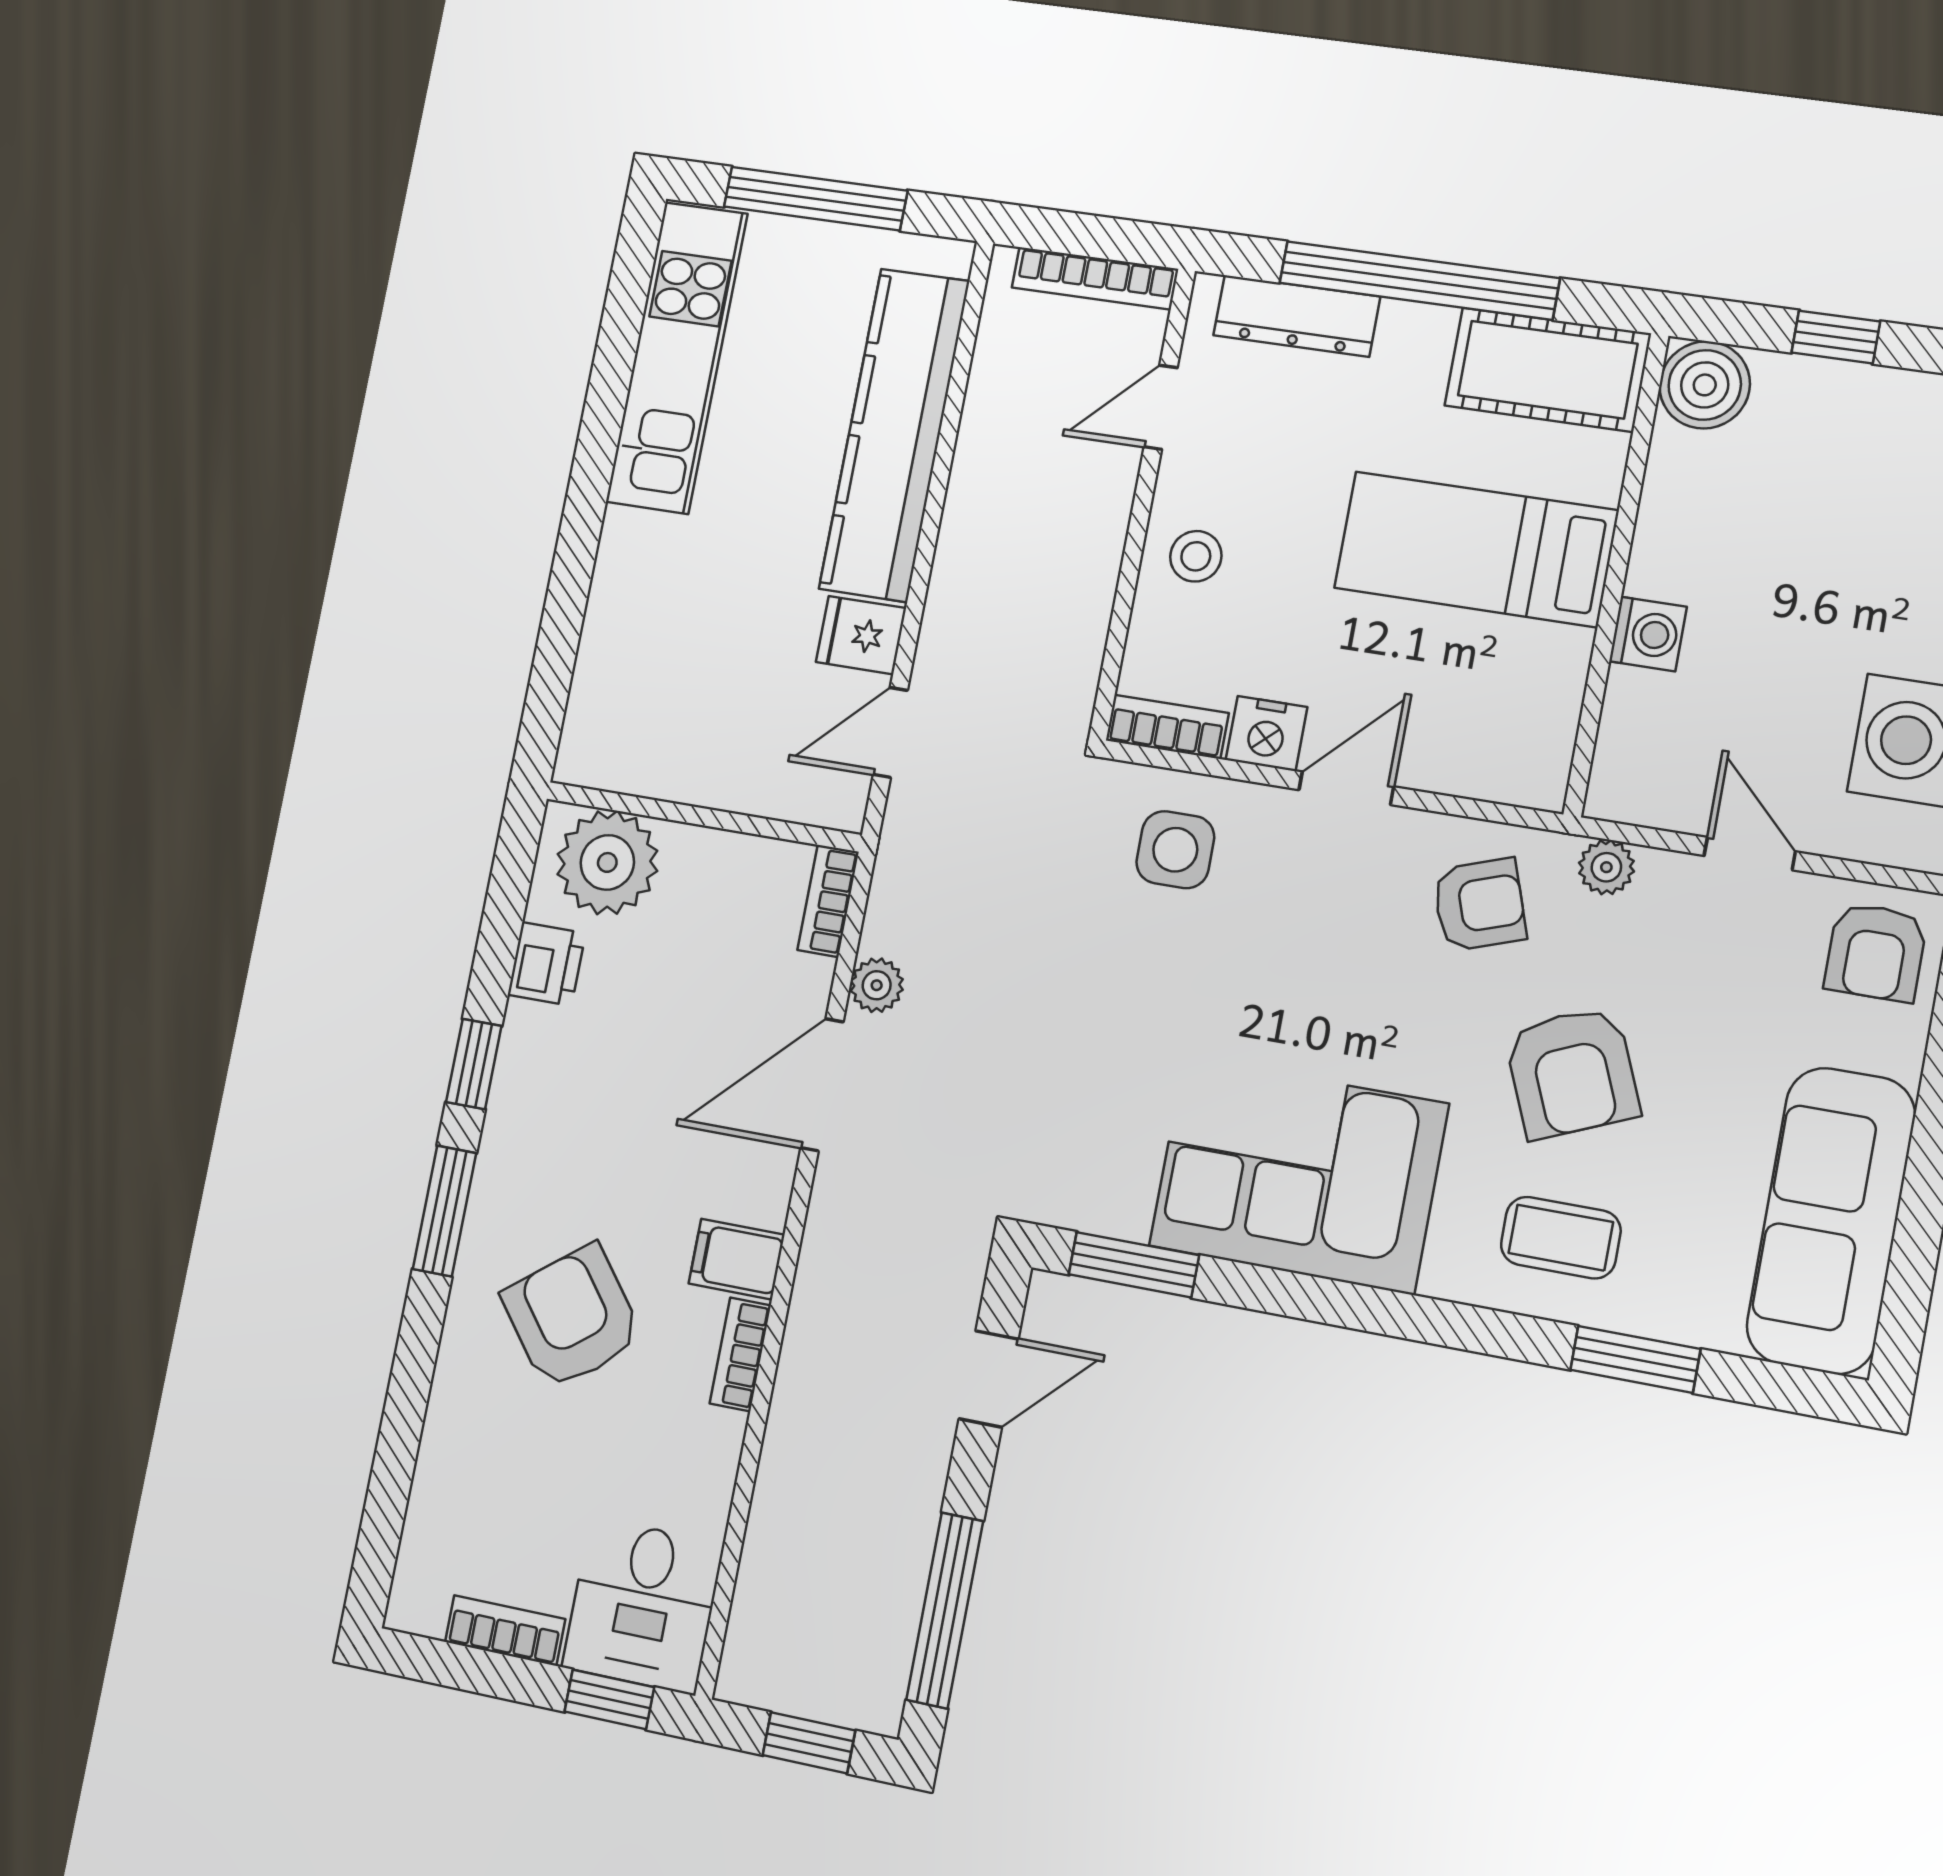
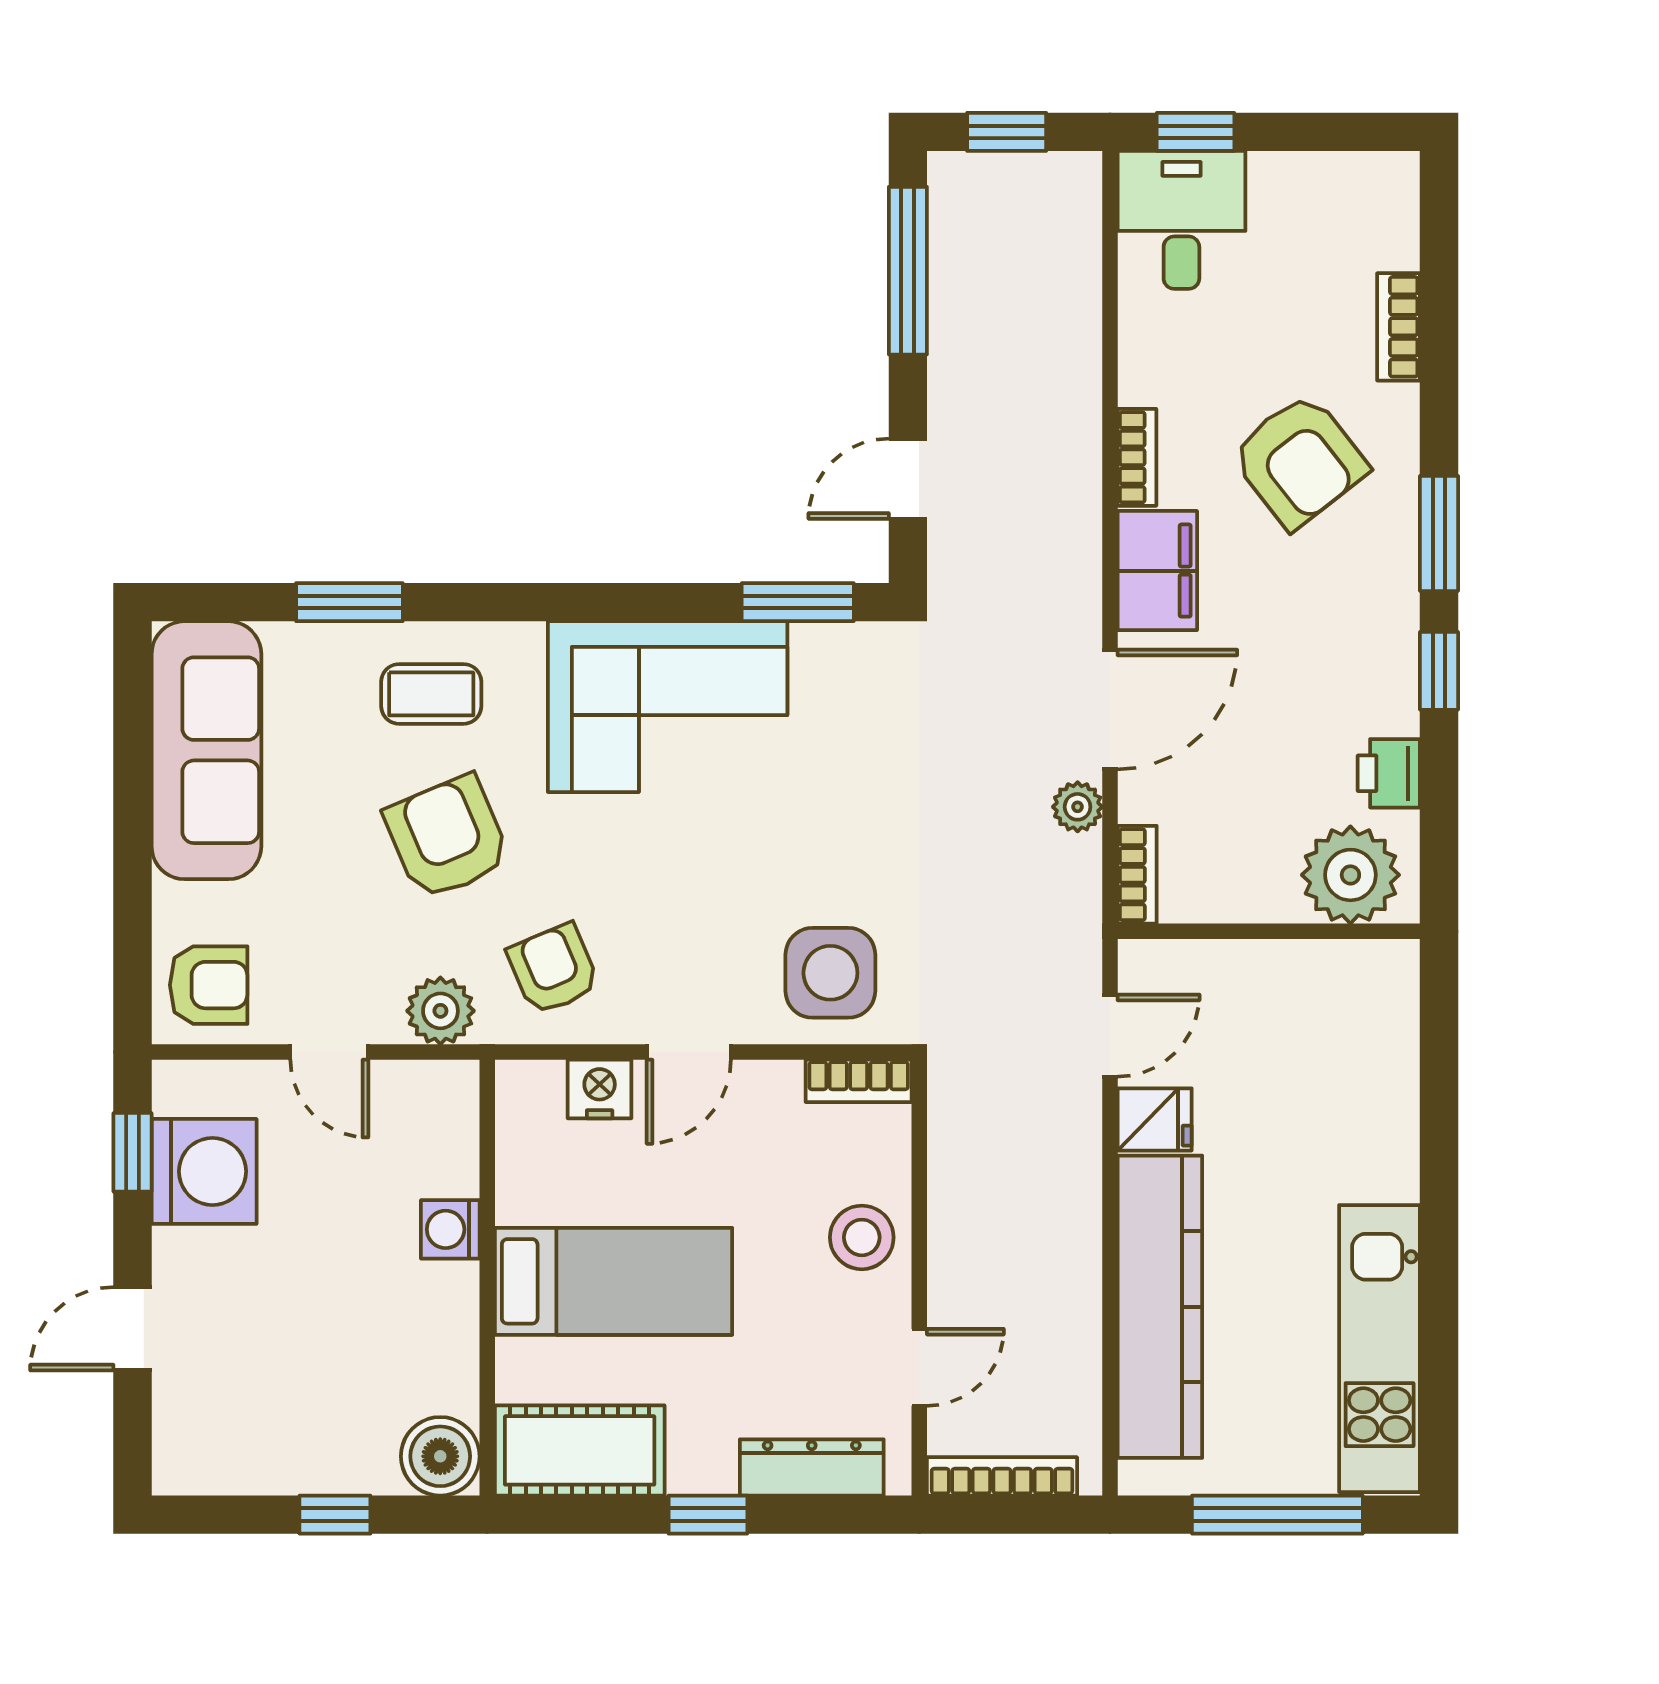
window: (1419, 280) -> (708, 1515), width x0.32
stool: (1196, 556) -> (862, 1237), width x1.37, depth x1.37
nightstand: (1266, 734) -> (600, 1089), moved
side table: (1175, 850) -> (830, 973), width x1.37, depth x1.37
plant: (1606, 867) -> (440, 1011), width x1.38, depth x1.38
armchair: (1479, 905) -> (553, 969), turned 86
armchair: (1876, 952) -> (209, 985), turned 90
filing cabinet: (737, 1259) -> (1157, 571), width x2.00
bookcase: (505, 1631) -> (1399, 327), moved, turned 90

